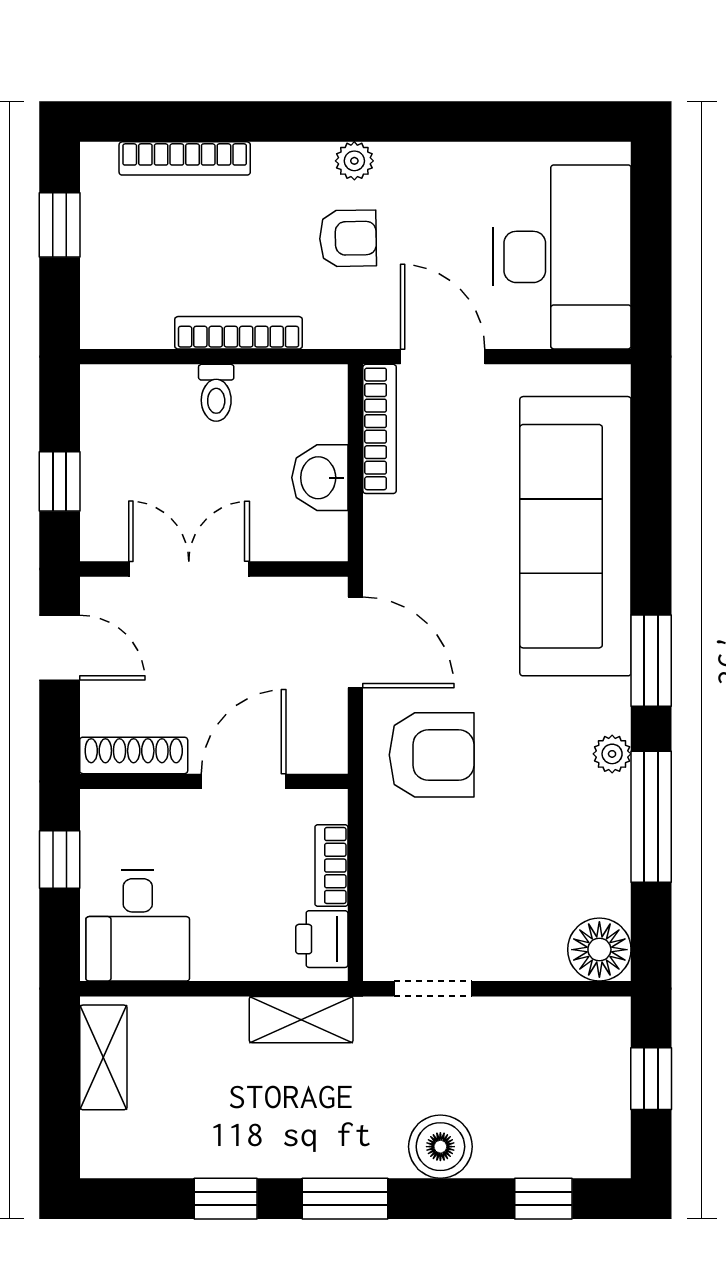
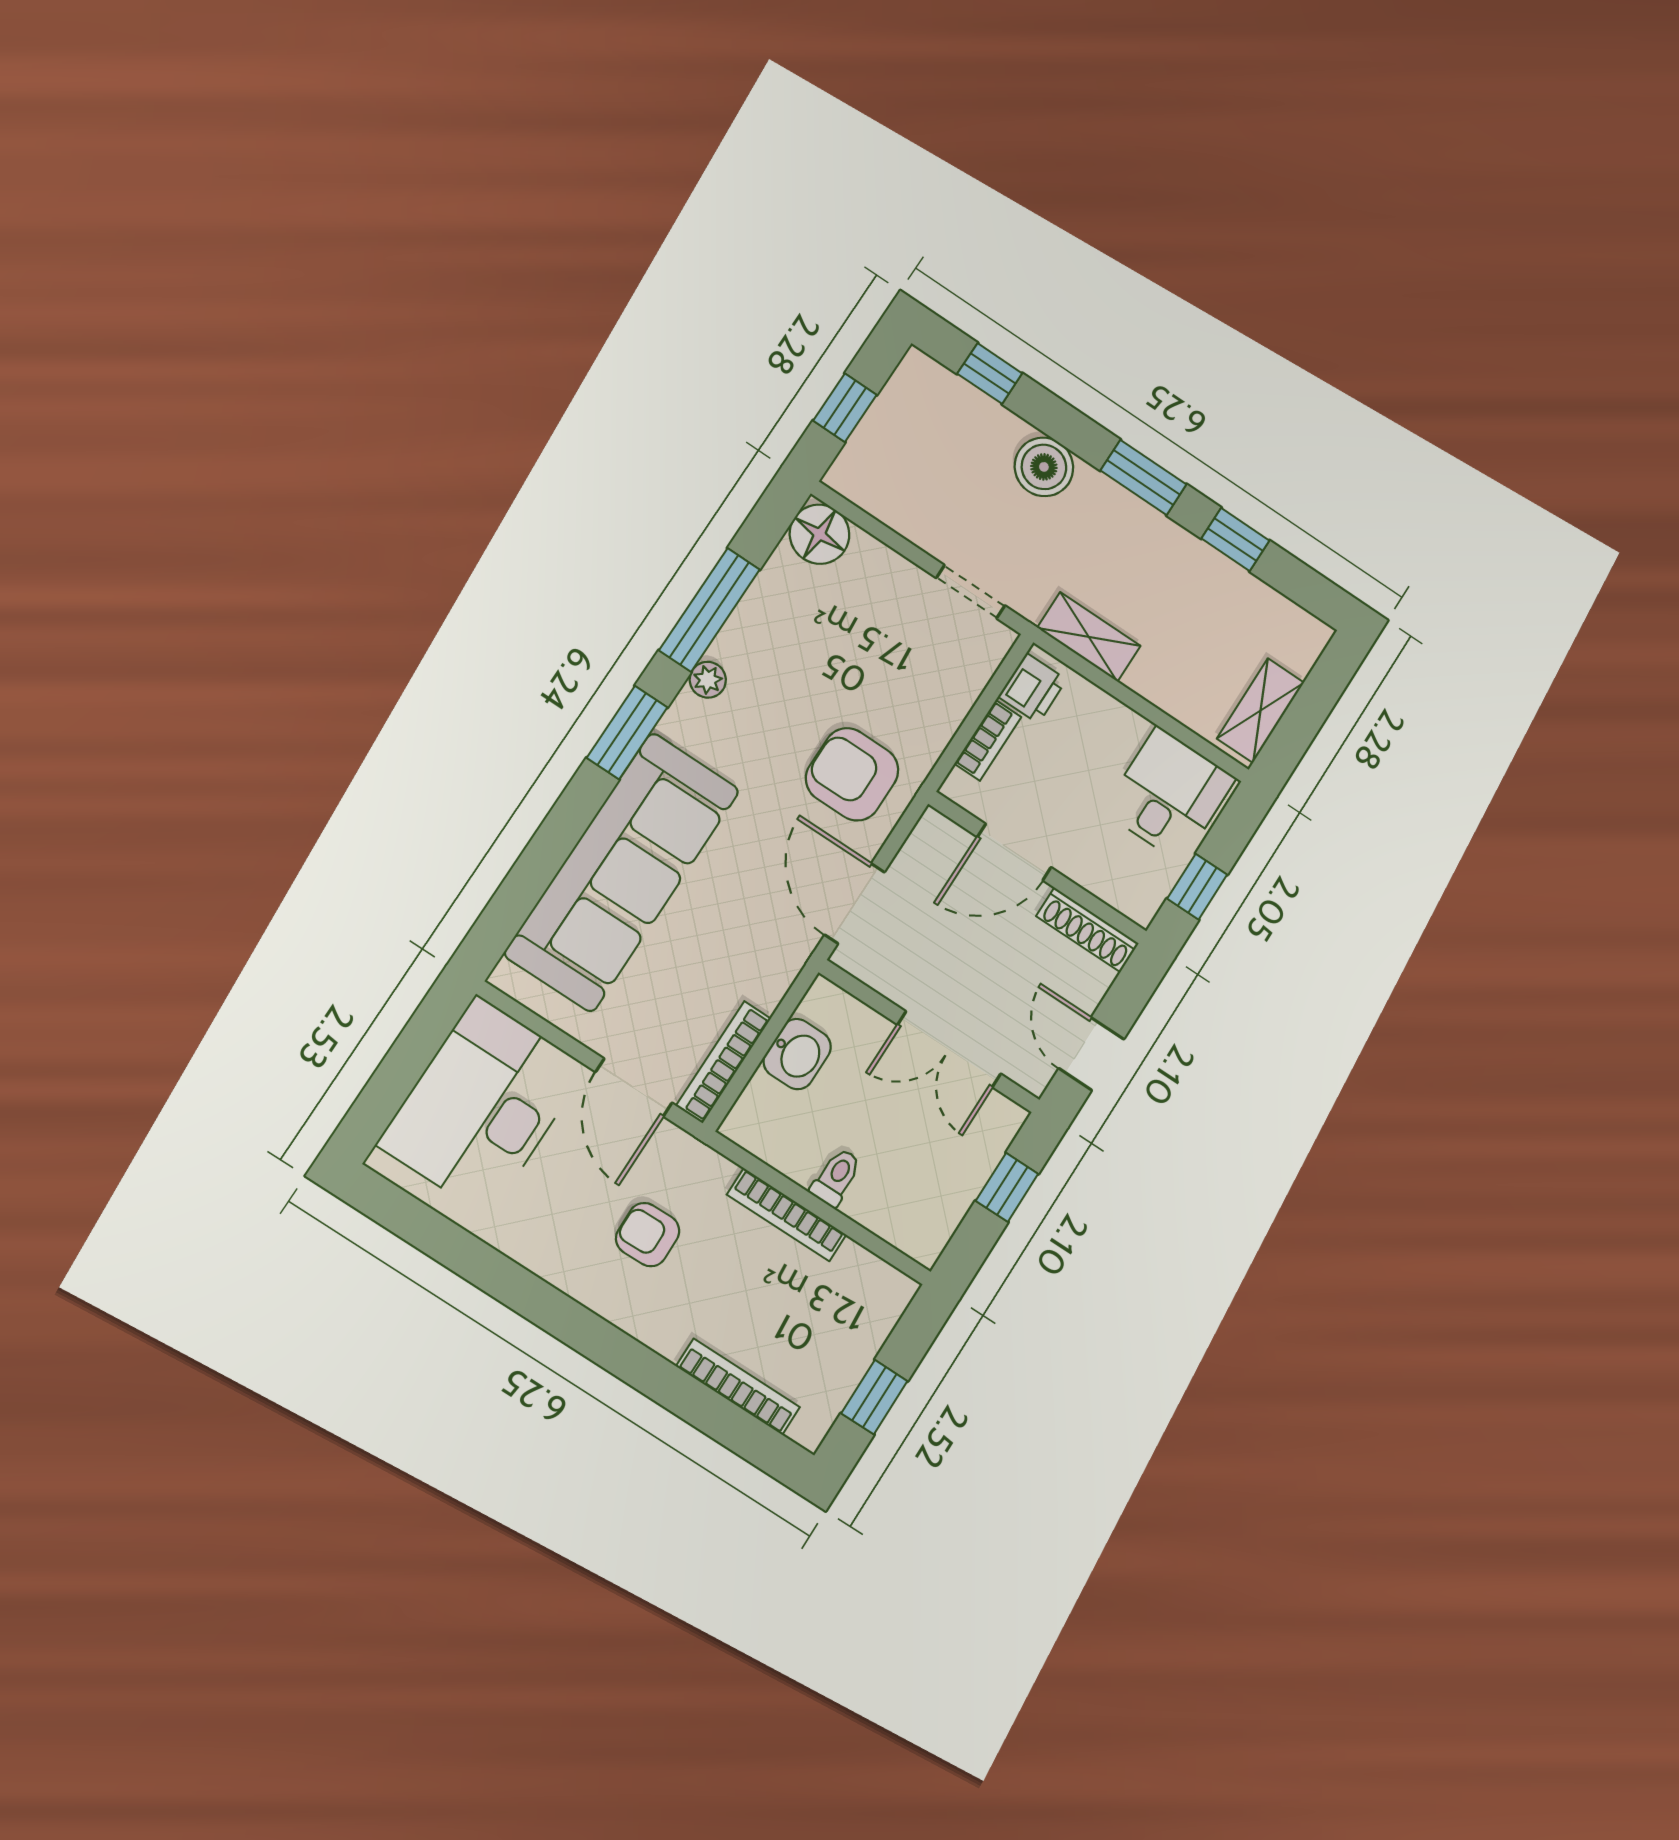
plant: (354, 161) -> (601, 1295), removed

